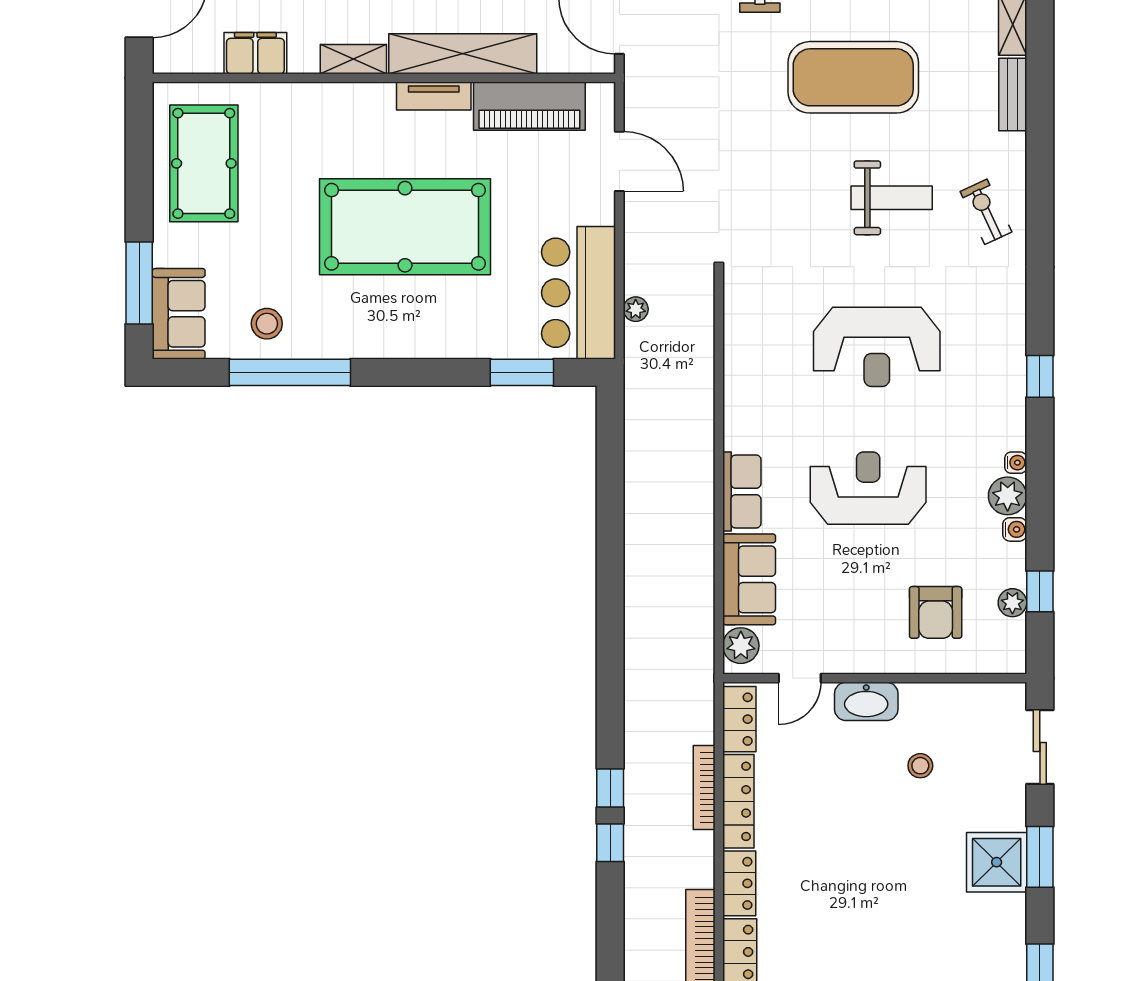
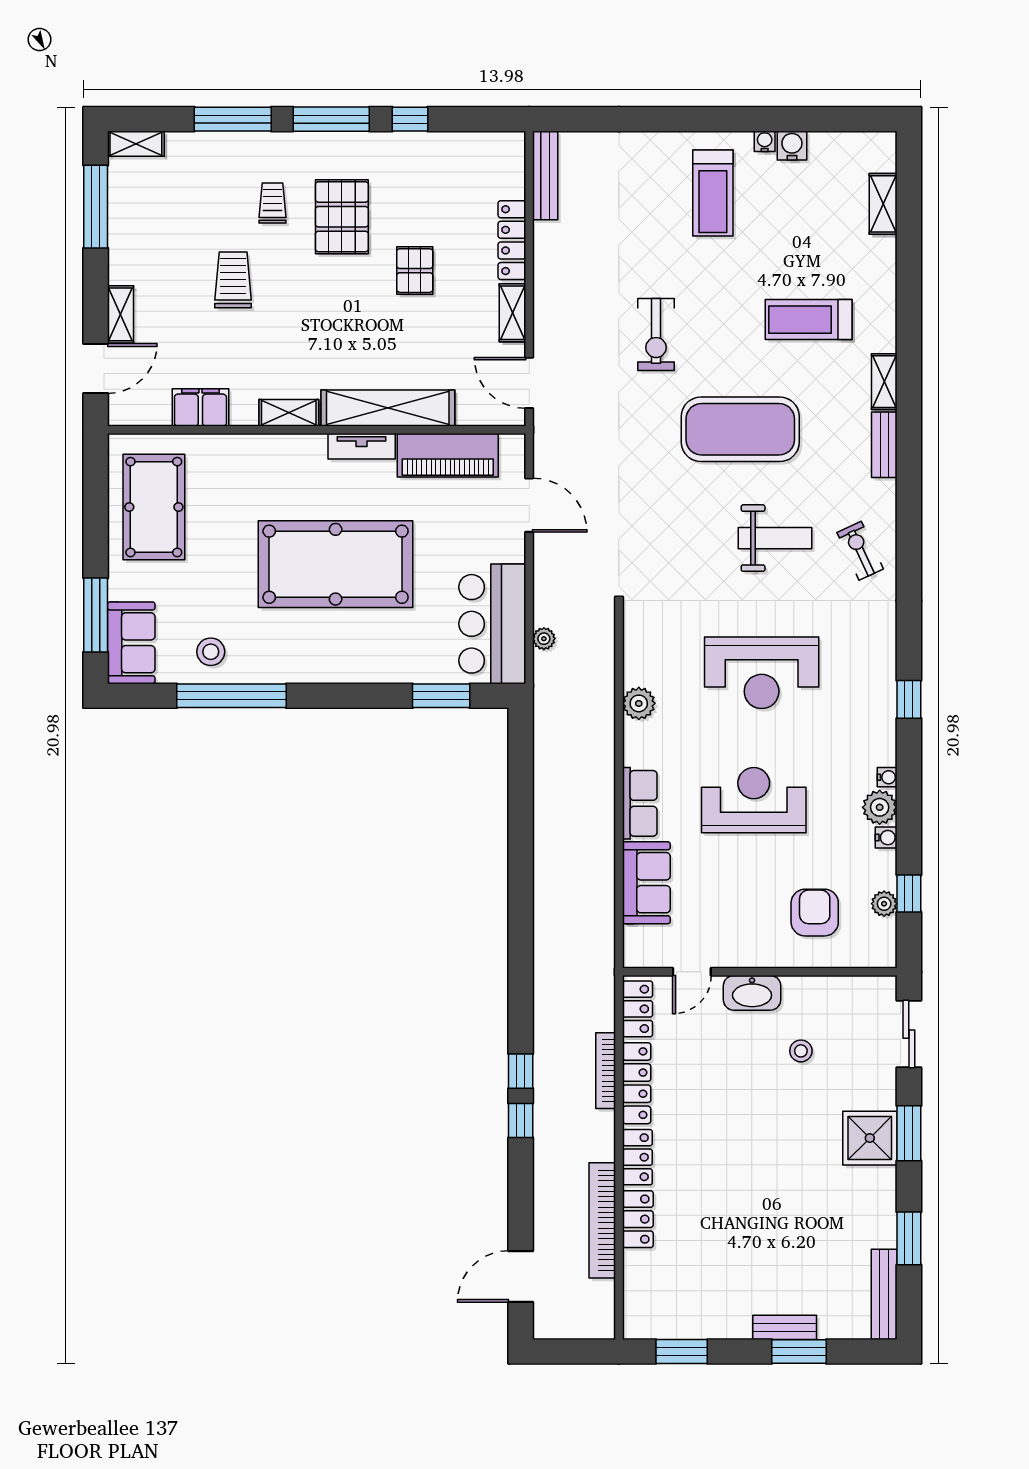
armchair: (936, 612) -> (815, 913), turned 180
plant: (741, 646) -> (639, 703), moved

